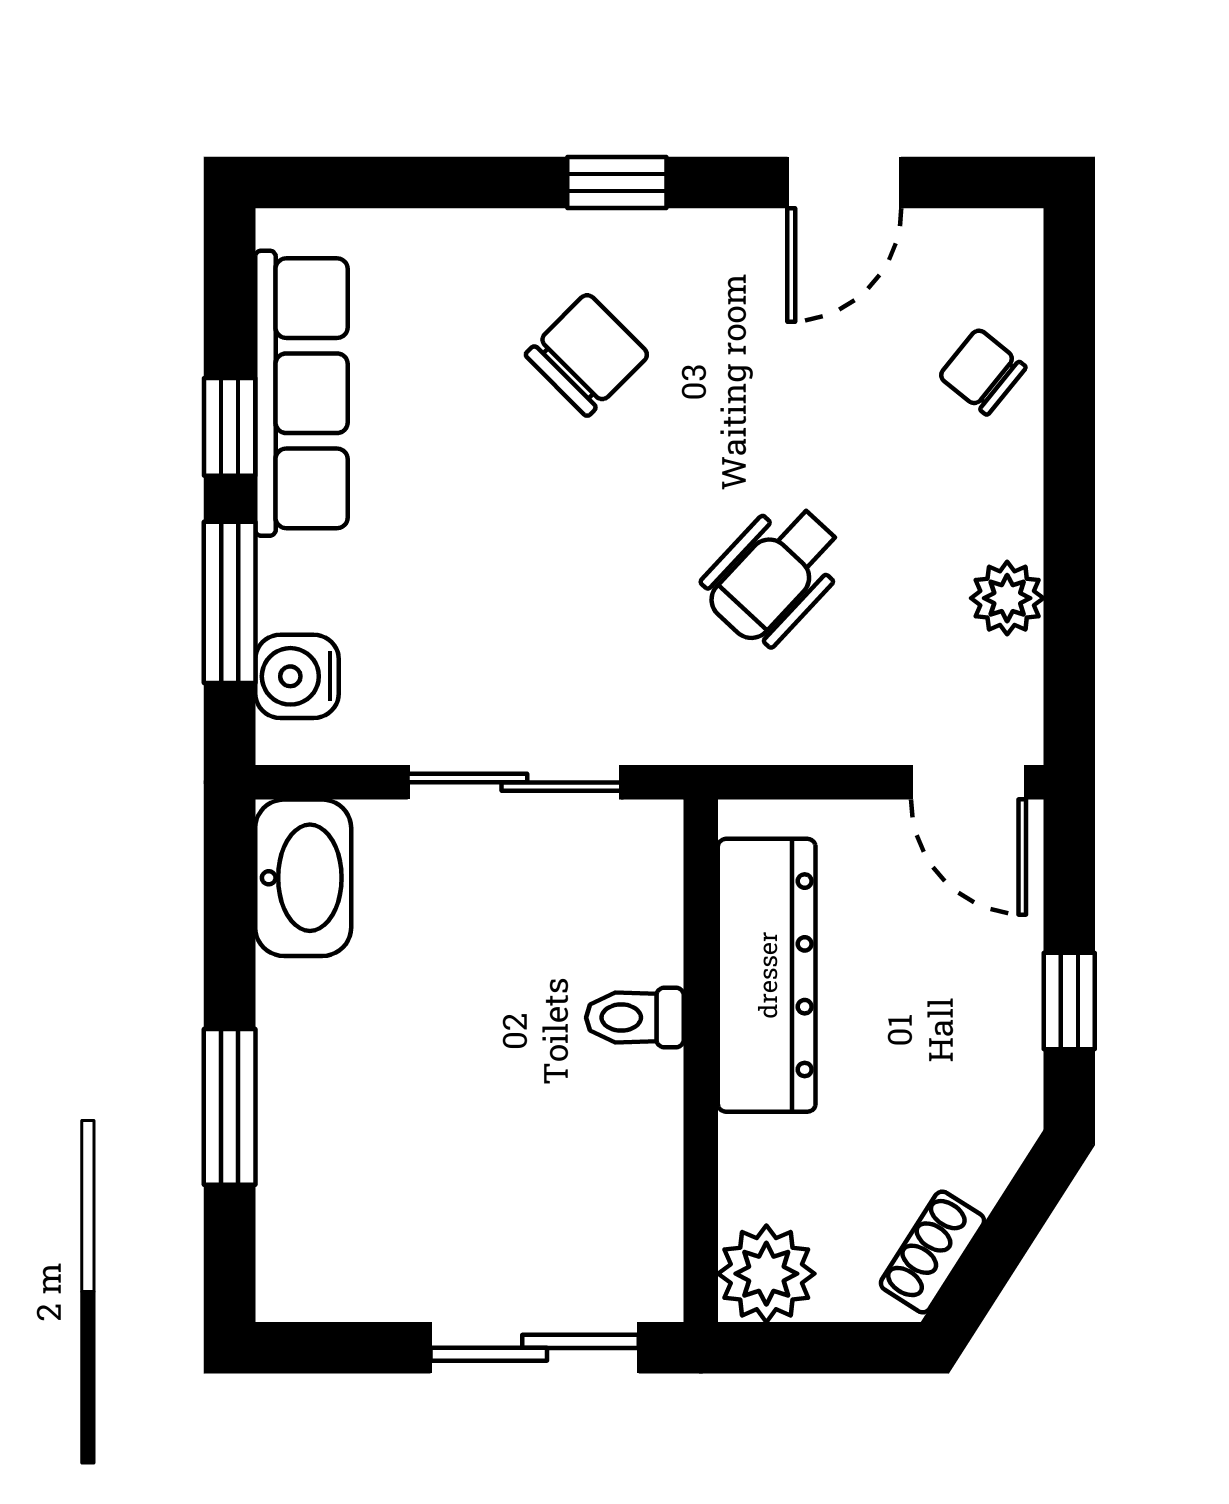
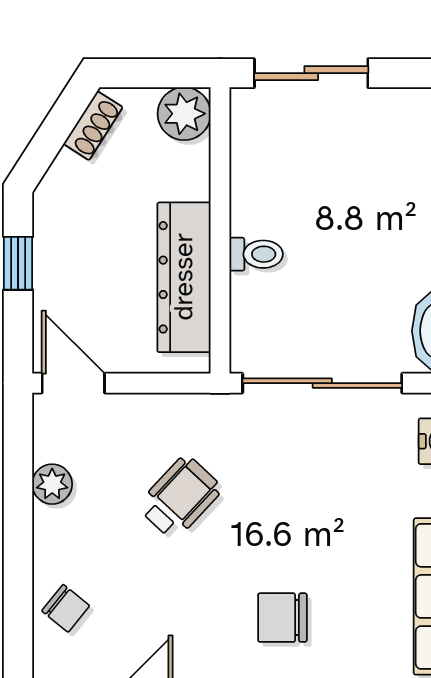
chair: (587, 355) -> (282, 618), turned 45
sliding door: (514, 782) -> (322, 383), width x1.37

